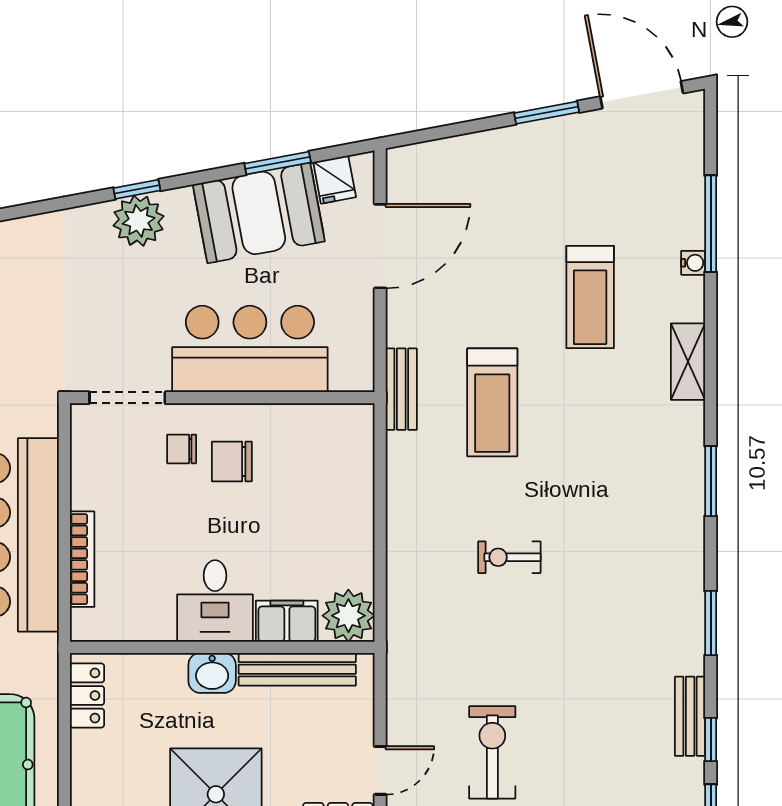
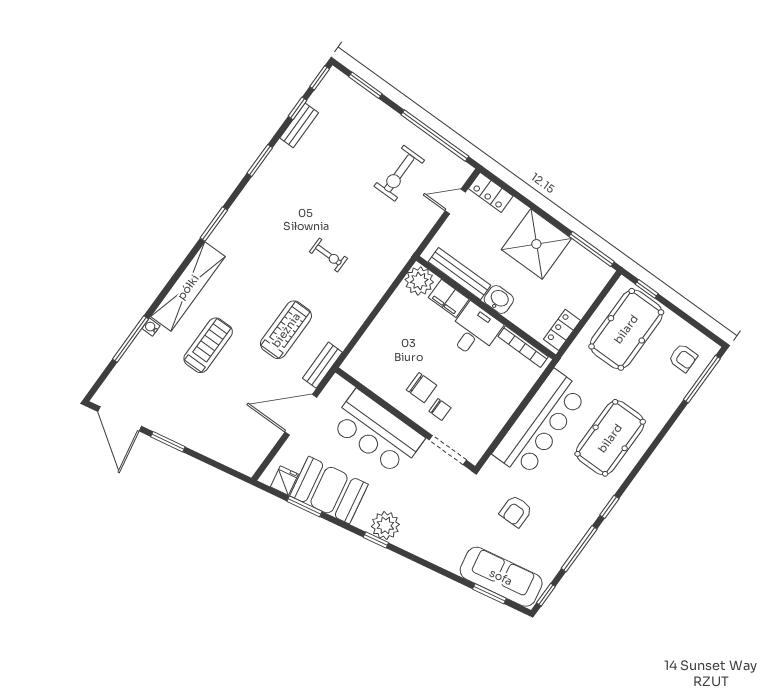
door: (380, 246) -> (301, 415), moved
shelving: (688, 362) -> (188, 287), width x2.20, depth x1.33
bookcase: (82, 559) -> (523, 347), moved, turned -90

